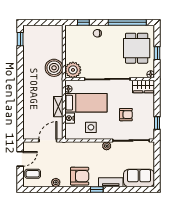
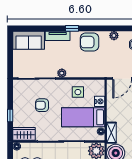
shelving: (58, 107) -> (111, 133), moved
window: (157, 123) -> (10, 115), moved

